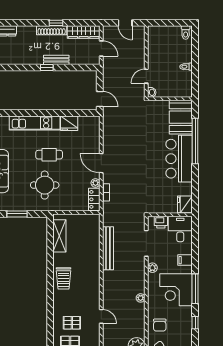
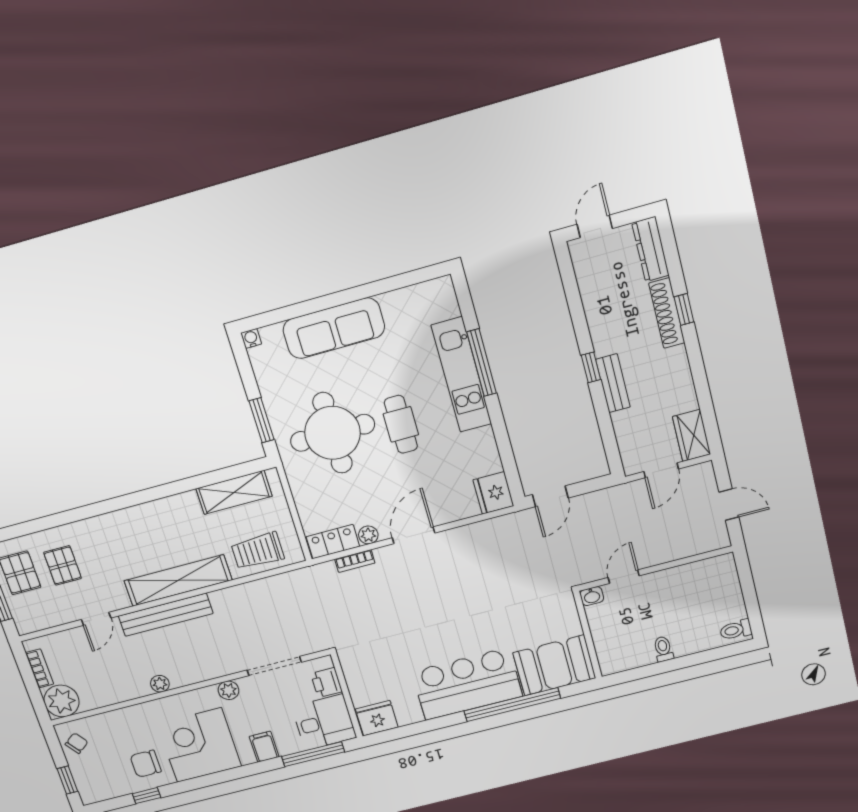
window: (56, 23) -> (684, 309), moved
door: (125, 23) -> (729, 505), swing flipped
shoe rack: (52, 30) -> (667, 313), moved
wardrobe: (84, 32) -> (692, 435), width x0.67
door: (146, 76) -> (624, 577), hinge flipped
window: (32, 113) -> (482, 363), added
fridge: (69, 123) -> (493, 493), moved
round table: (45, 185) -> (333, 433), width x1.36, depth x1.36
window: (17, 214) -> (261, 420), moved
bench: (108, 248) -> (166, 615), moved
shelving: (93, 274) -> (178, 580), added
trolley: (64, 278) -> (258, 551), moved
window: (195, 289) -> (313, 754), moved
chair: (160, 325) -> (146, 764), moved

